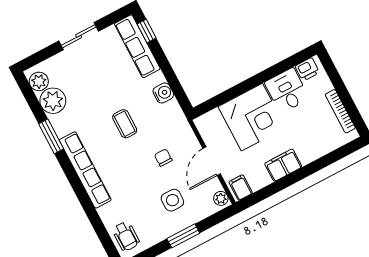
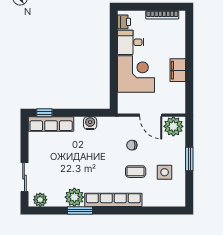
sliding door: (79, 36) -> (24, 177), moved
plant: (53, 101) -> (74, 197), moved
coffee table: (125, 124) -> (136, 172), moved
filing cabinet: (241, 187) -> (178, 105), removed
plant: (221, 198) -> (173, 126), width x1.88, depth x1.88
side table: (172, 200) -> (165, 172), moved
wheelchair: (126, 236) -> (170, 196), removed

